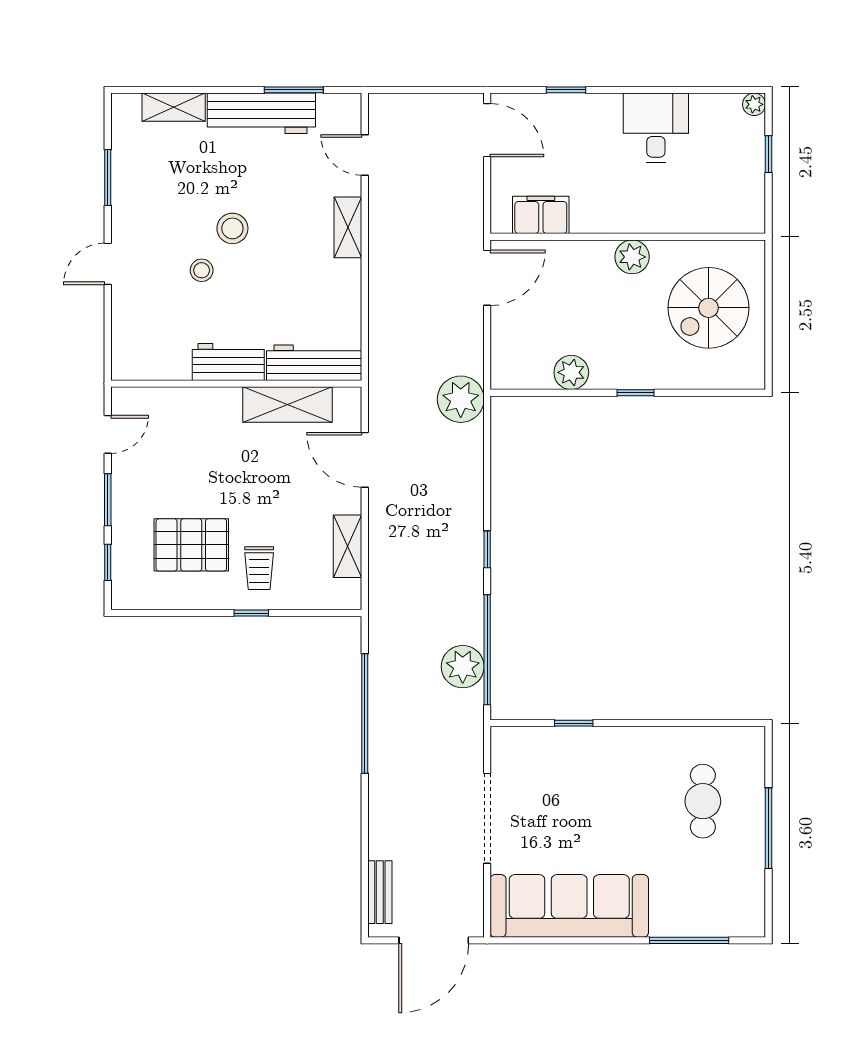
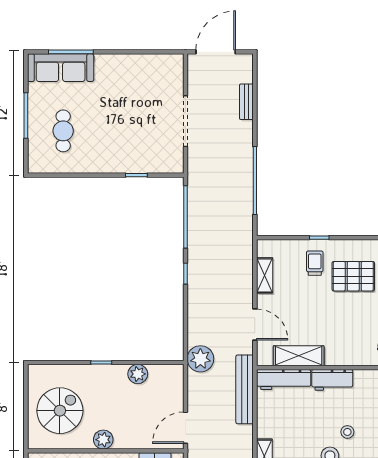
bench: (383, 345) -> (245, 389), added
plant: (463, 667) -> (199, 207), removed
bench: (380, 892) -> (246, 102), moved
sofa: (569, 906) -> (61, 68), moved, width x0.74, depth x0.79

